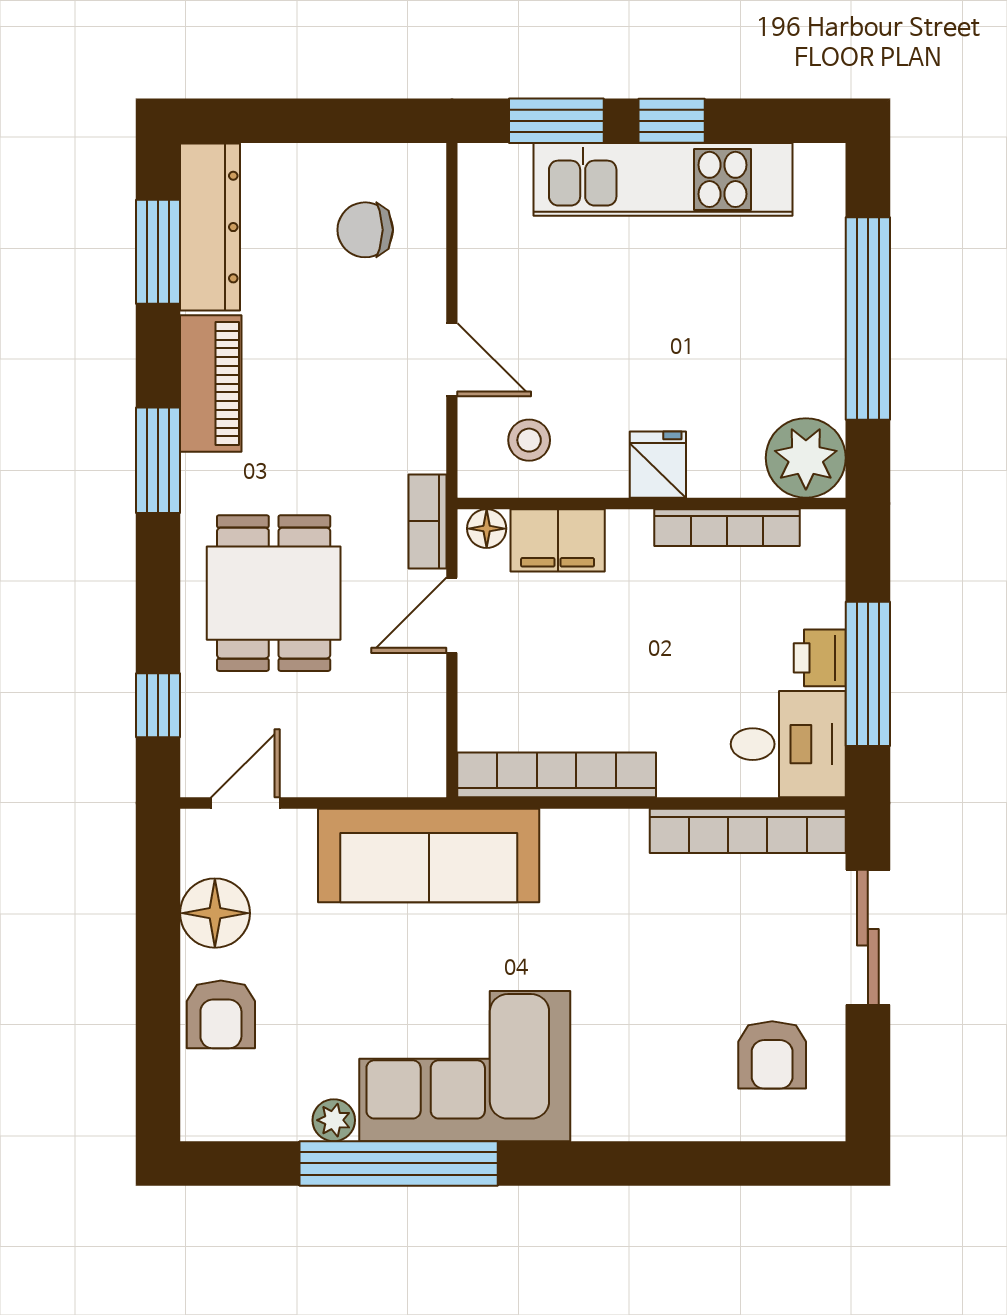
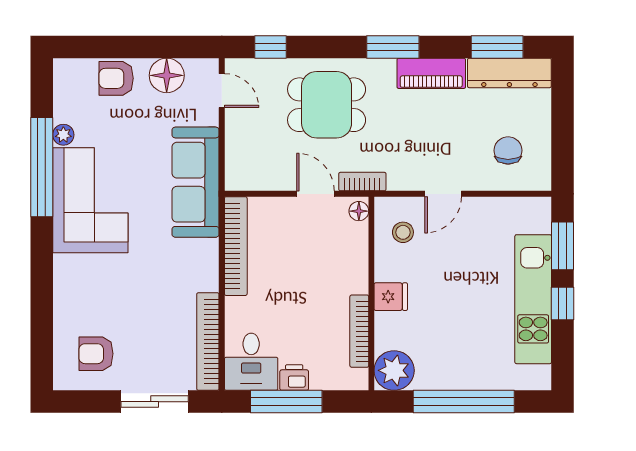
filing cabinet: (558, 540) -> (353, 247), removed

